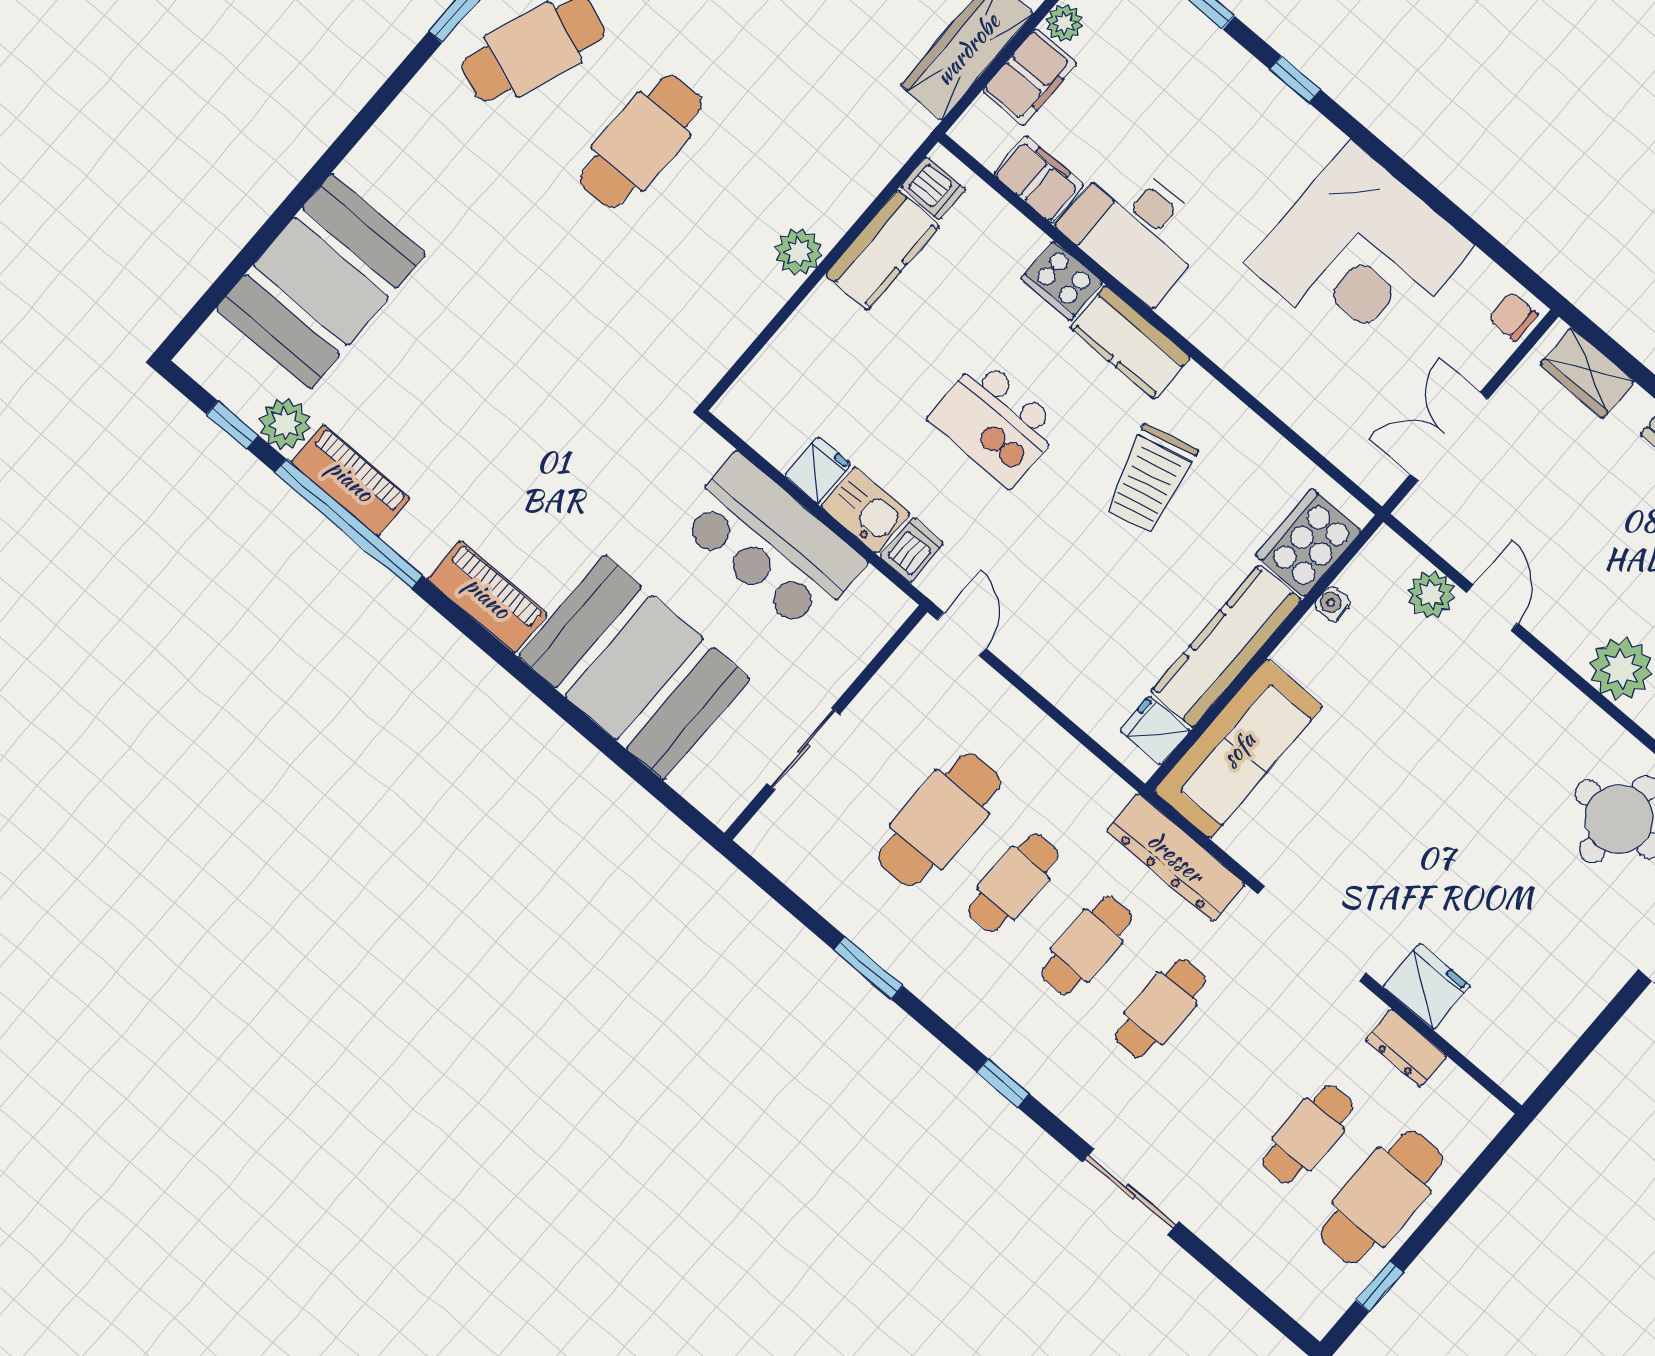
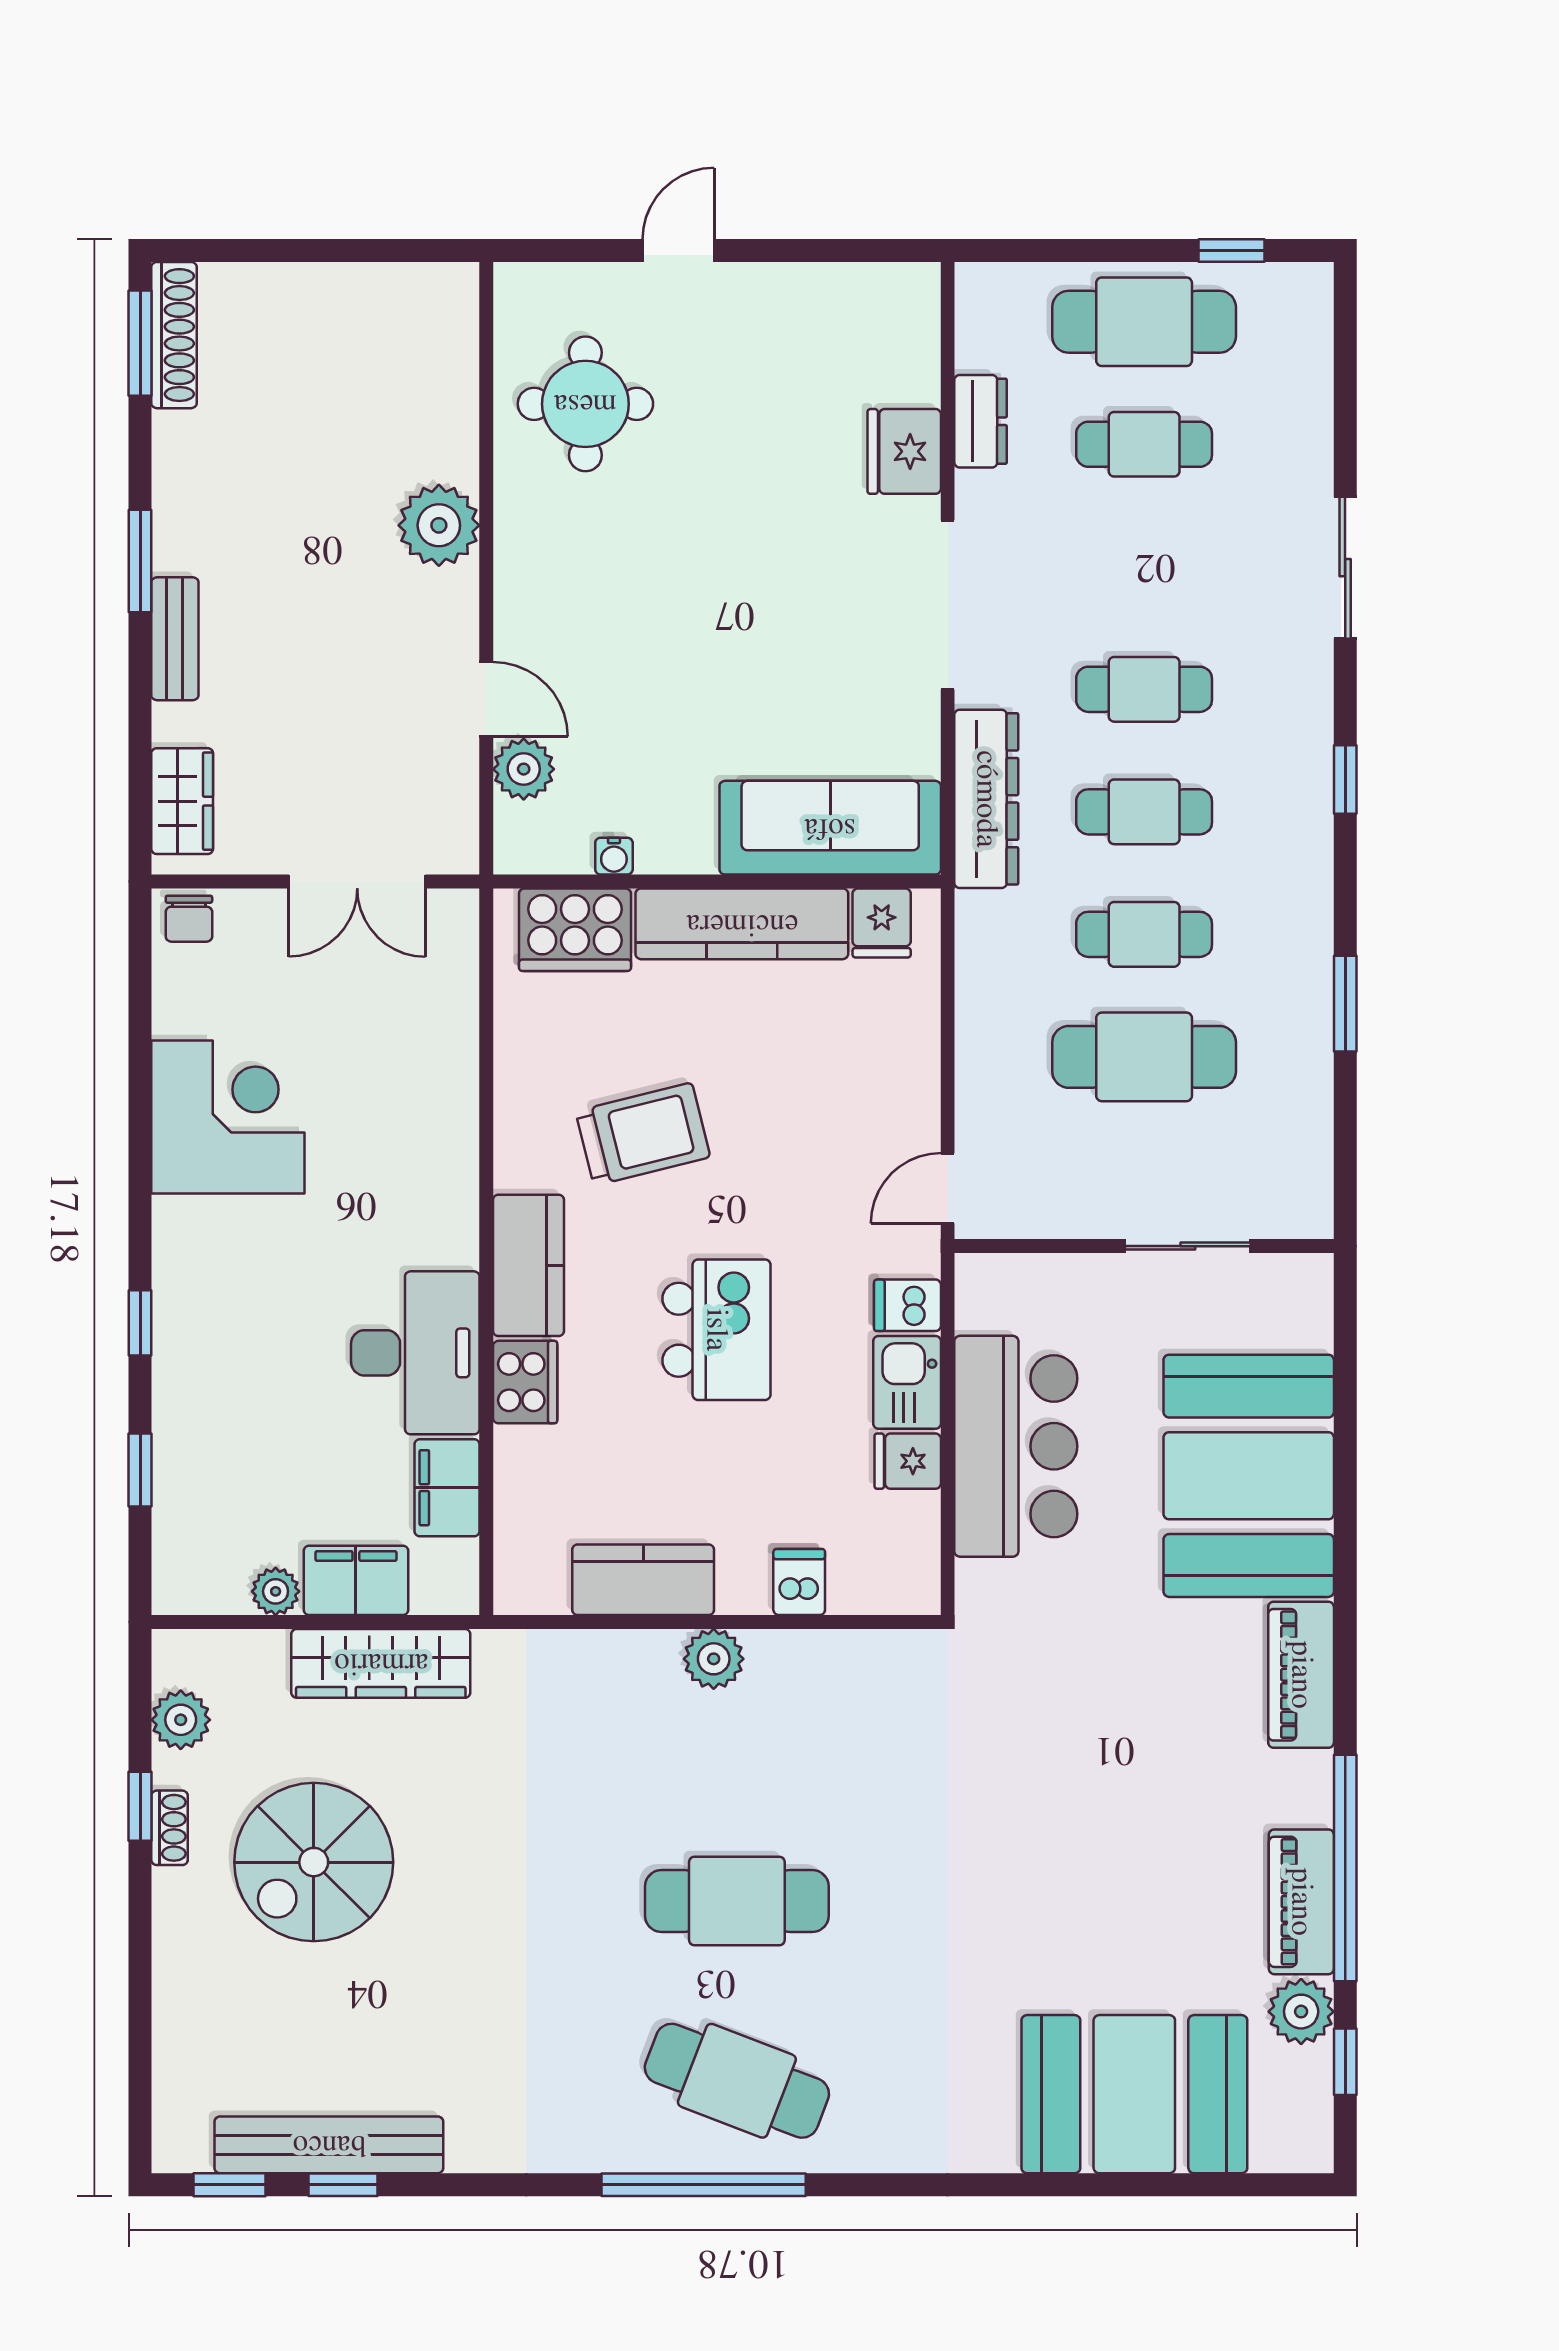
dishwasher: (933, 188) -> (799, 1582), moved
corner desk: (1360, 255) -> (228, 1117), width x0.74, depth x0.74
door: (1492, 608) -> (486, 699), swing flipped

